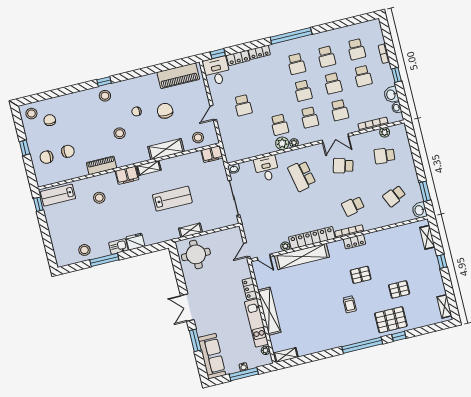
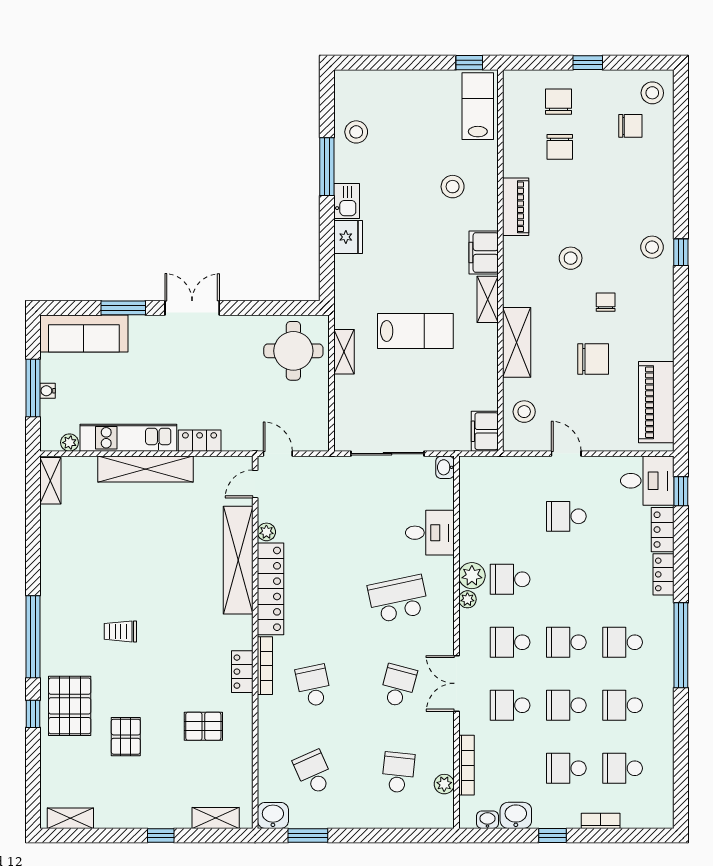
lab bench: (172, 199) -> (415, 331), turned -90
pallet: (361, 275) -> (203, 726), moved, turned 90

